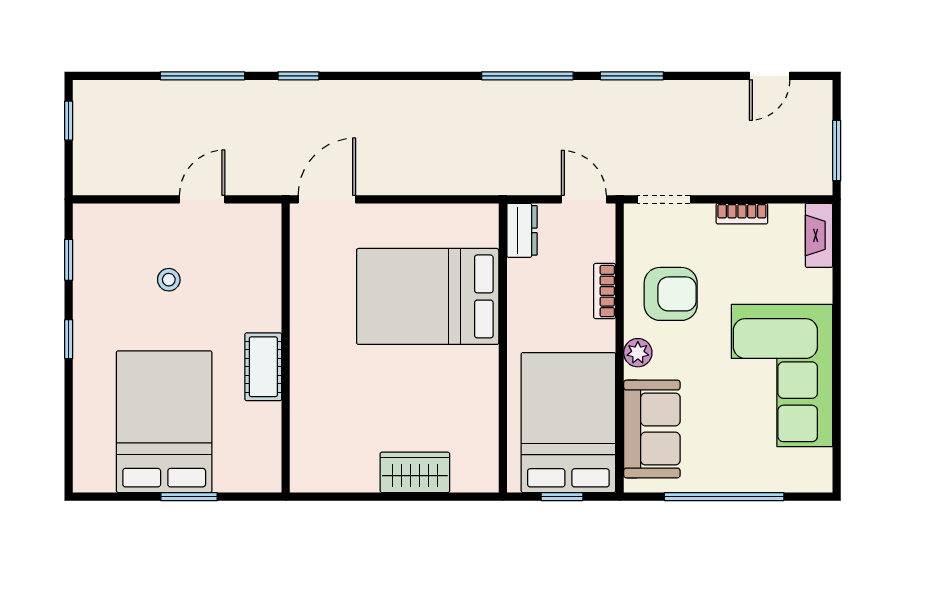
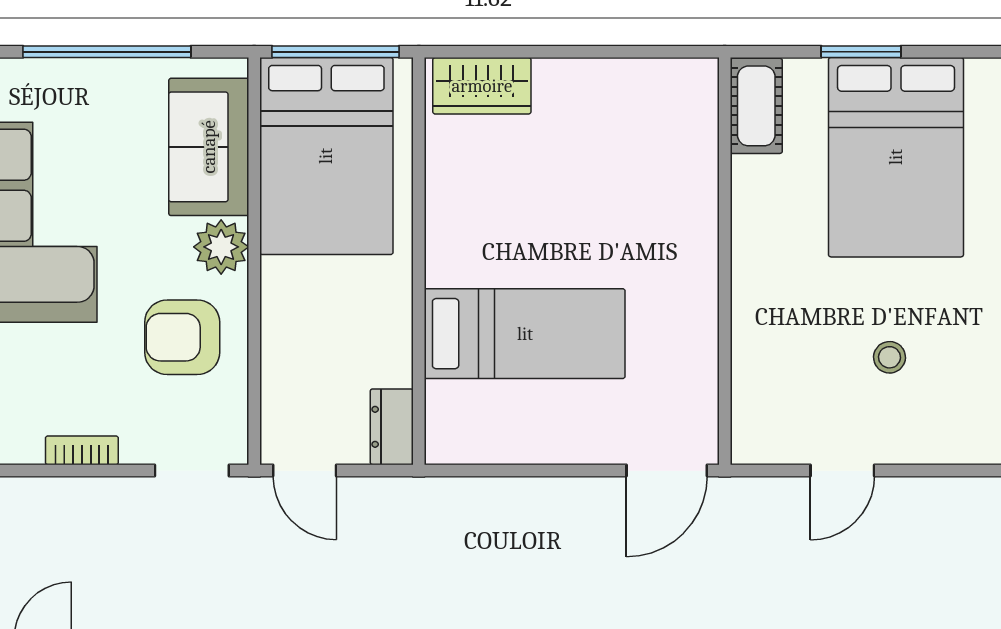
bookcase: (605, 291) -> (275, 341), removed
bed: (428, 296) -> (525, 334), width x0.67
plant: (638, 353) -> (221, 247), width x1.38, depth x1.38
cot: (263, 367) -> (756, 106), moved
wardrobe: (415, 472) -> (482, 86), moved
window: (562, 497) -> (335, 52), width x2.17

